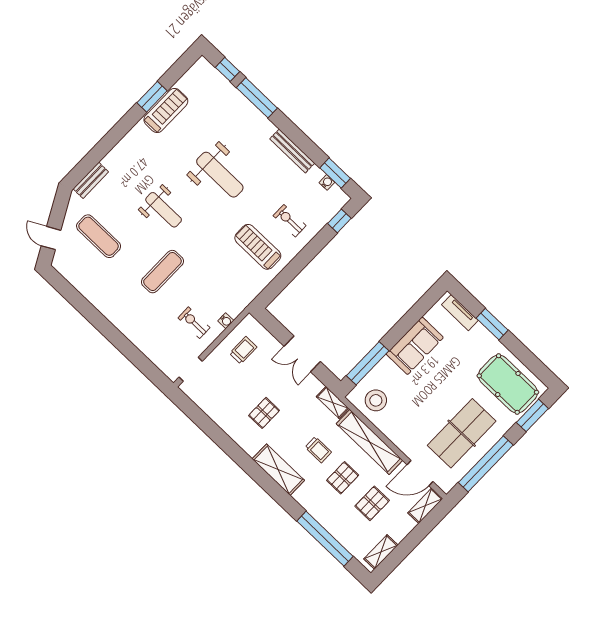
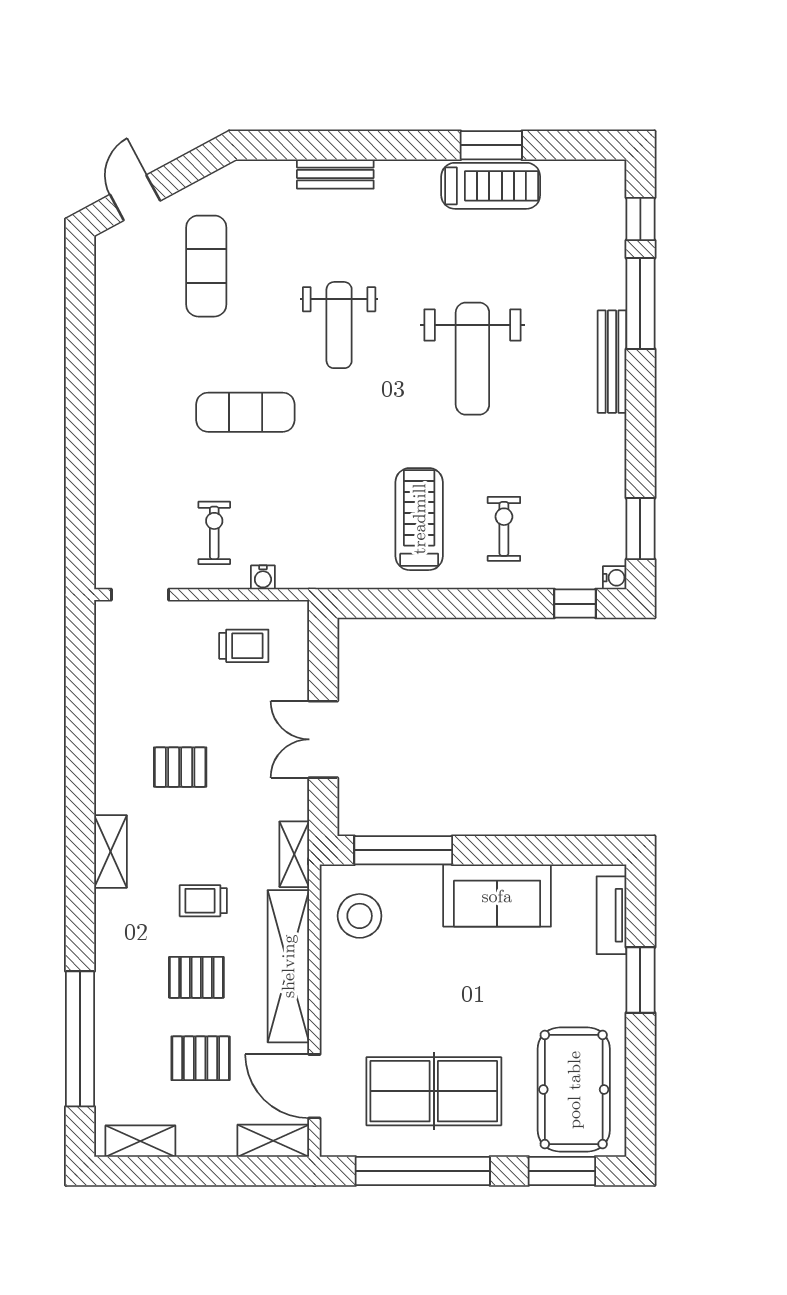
bench: (292, 151) -> (612, 362), moved
bench: (91, 180) -> (335, 174), moved
water cooler: (327, 182) -> (615, 578), moved
trolley: (318, 450) -> (203, 901), turned 90
shelving: (278, 470) -> (110, 851), width x0.67, depth x0.75

